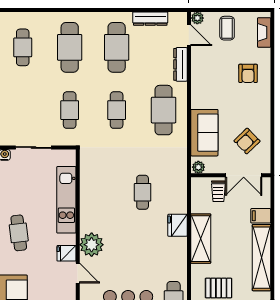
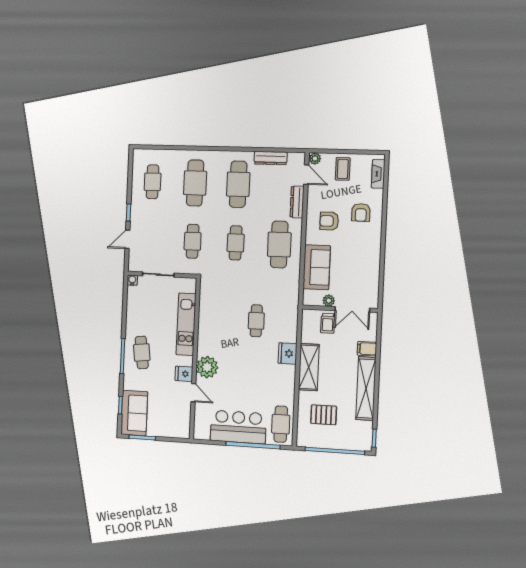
armchair: (247, 141) -> (329, 221), moved, turned 44
plant: (198, 167) -> (329, 301), moved

